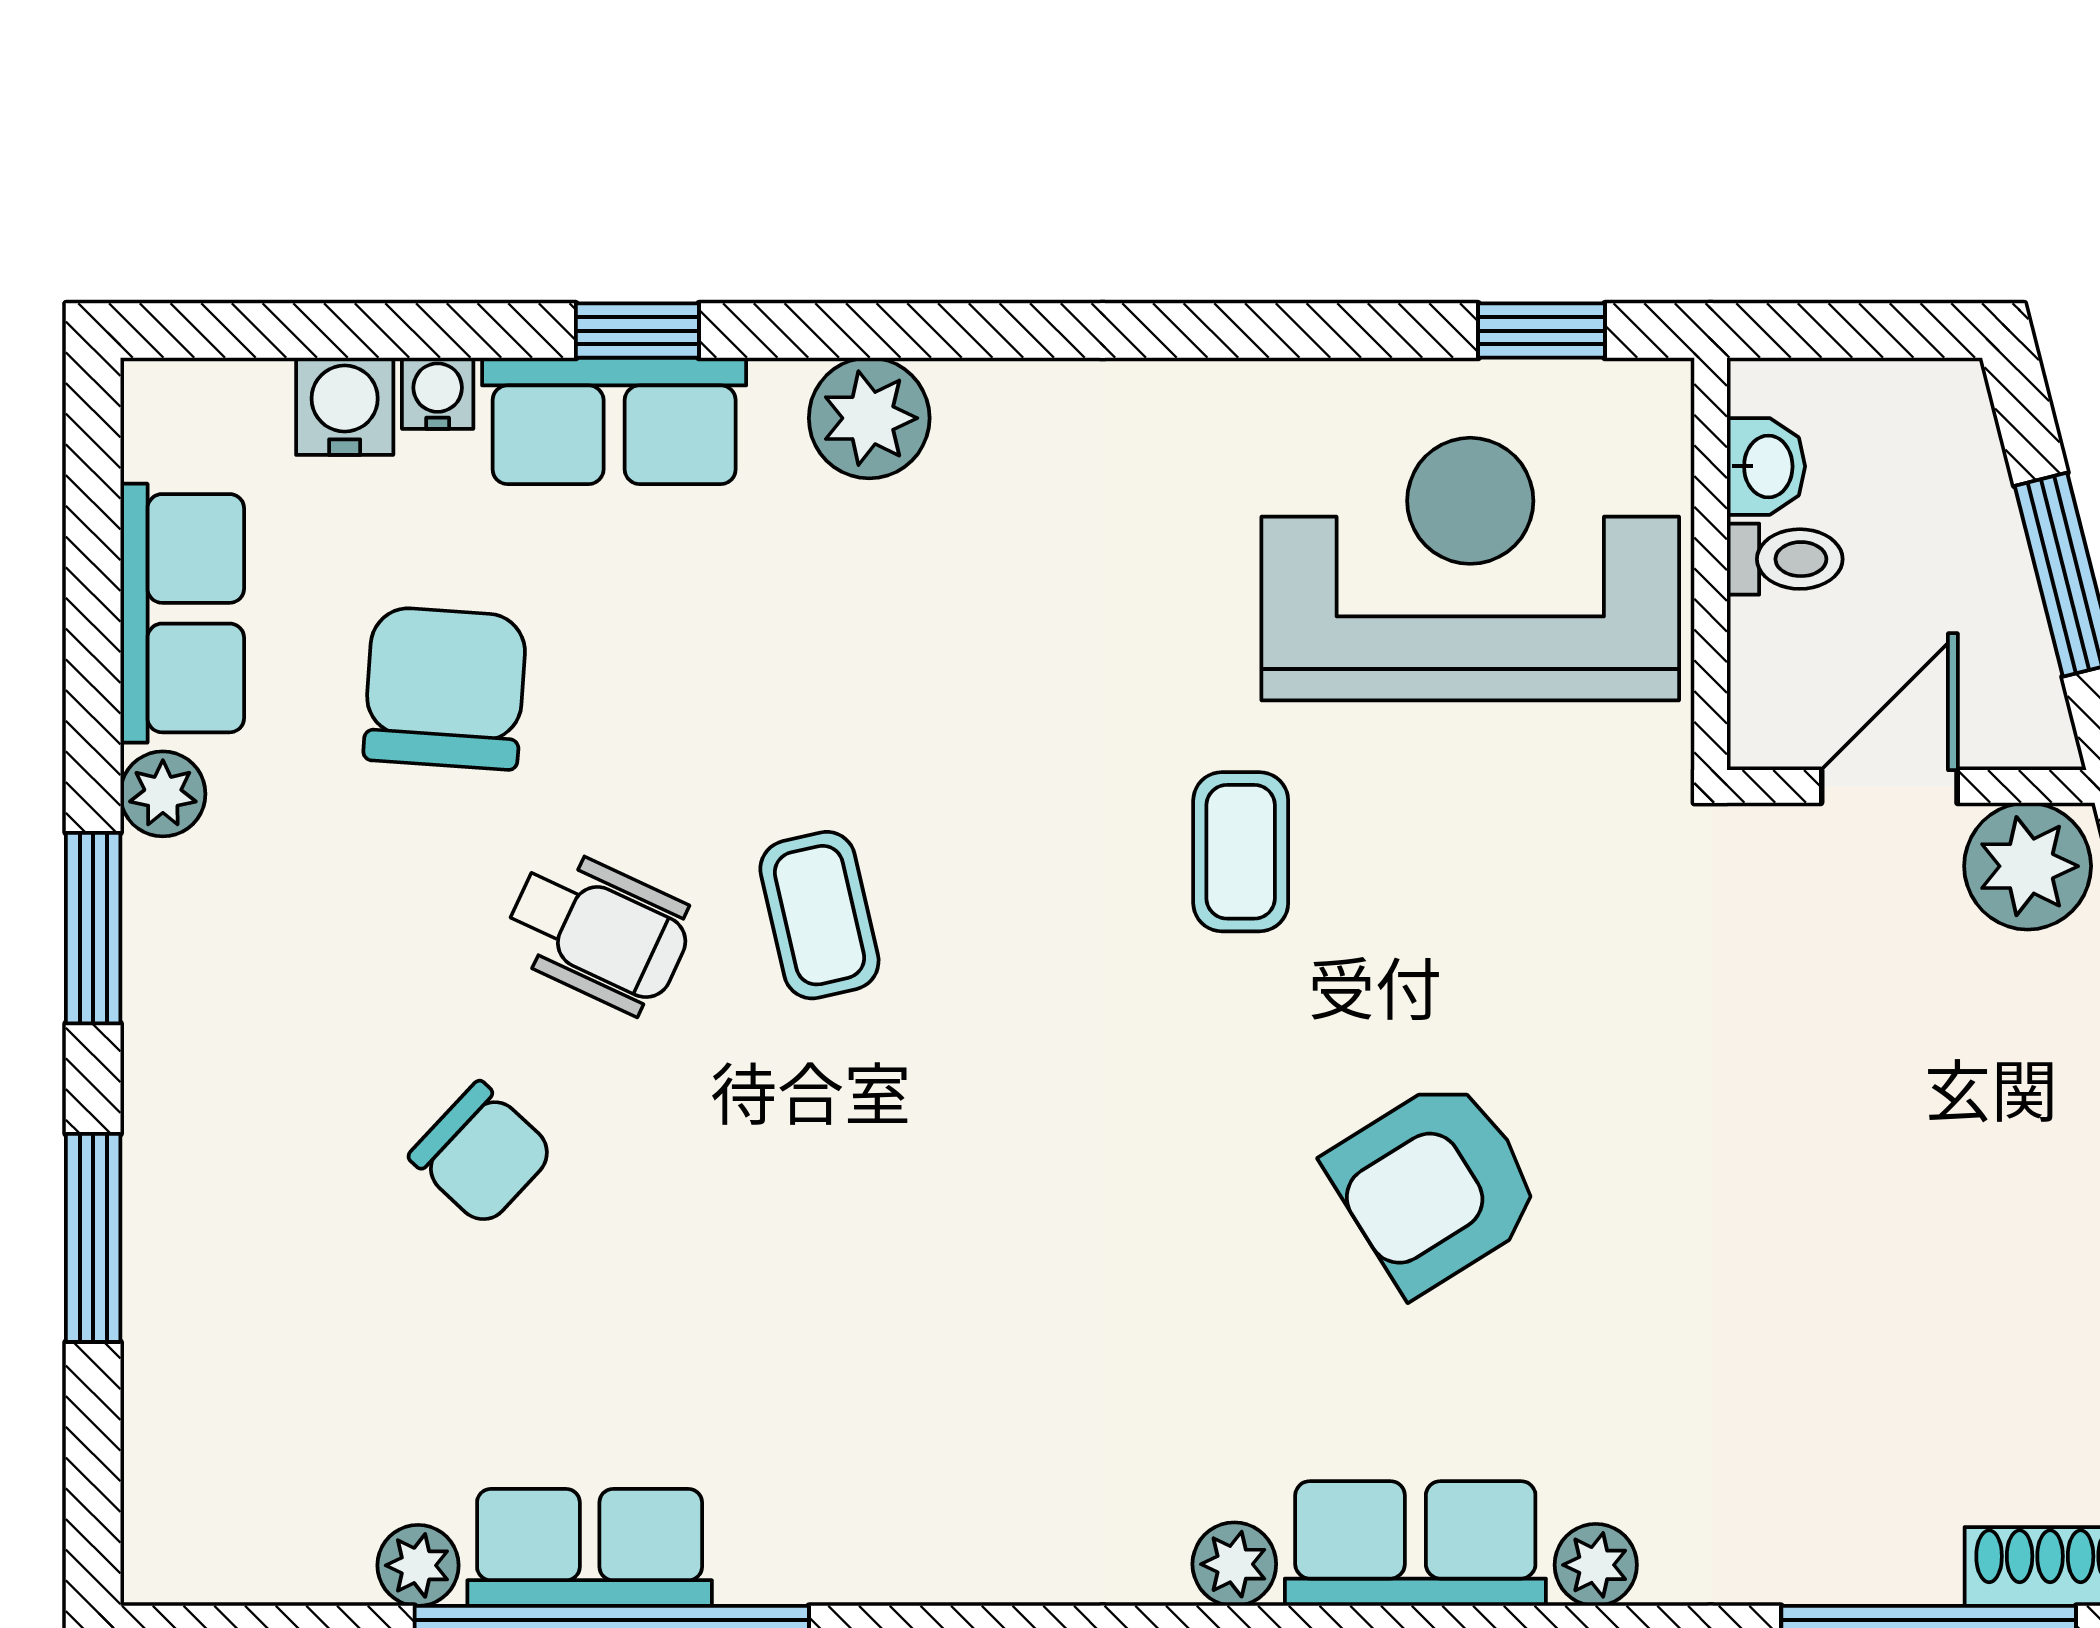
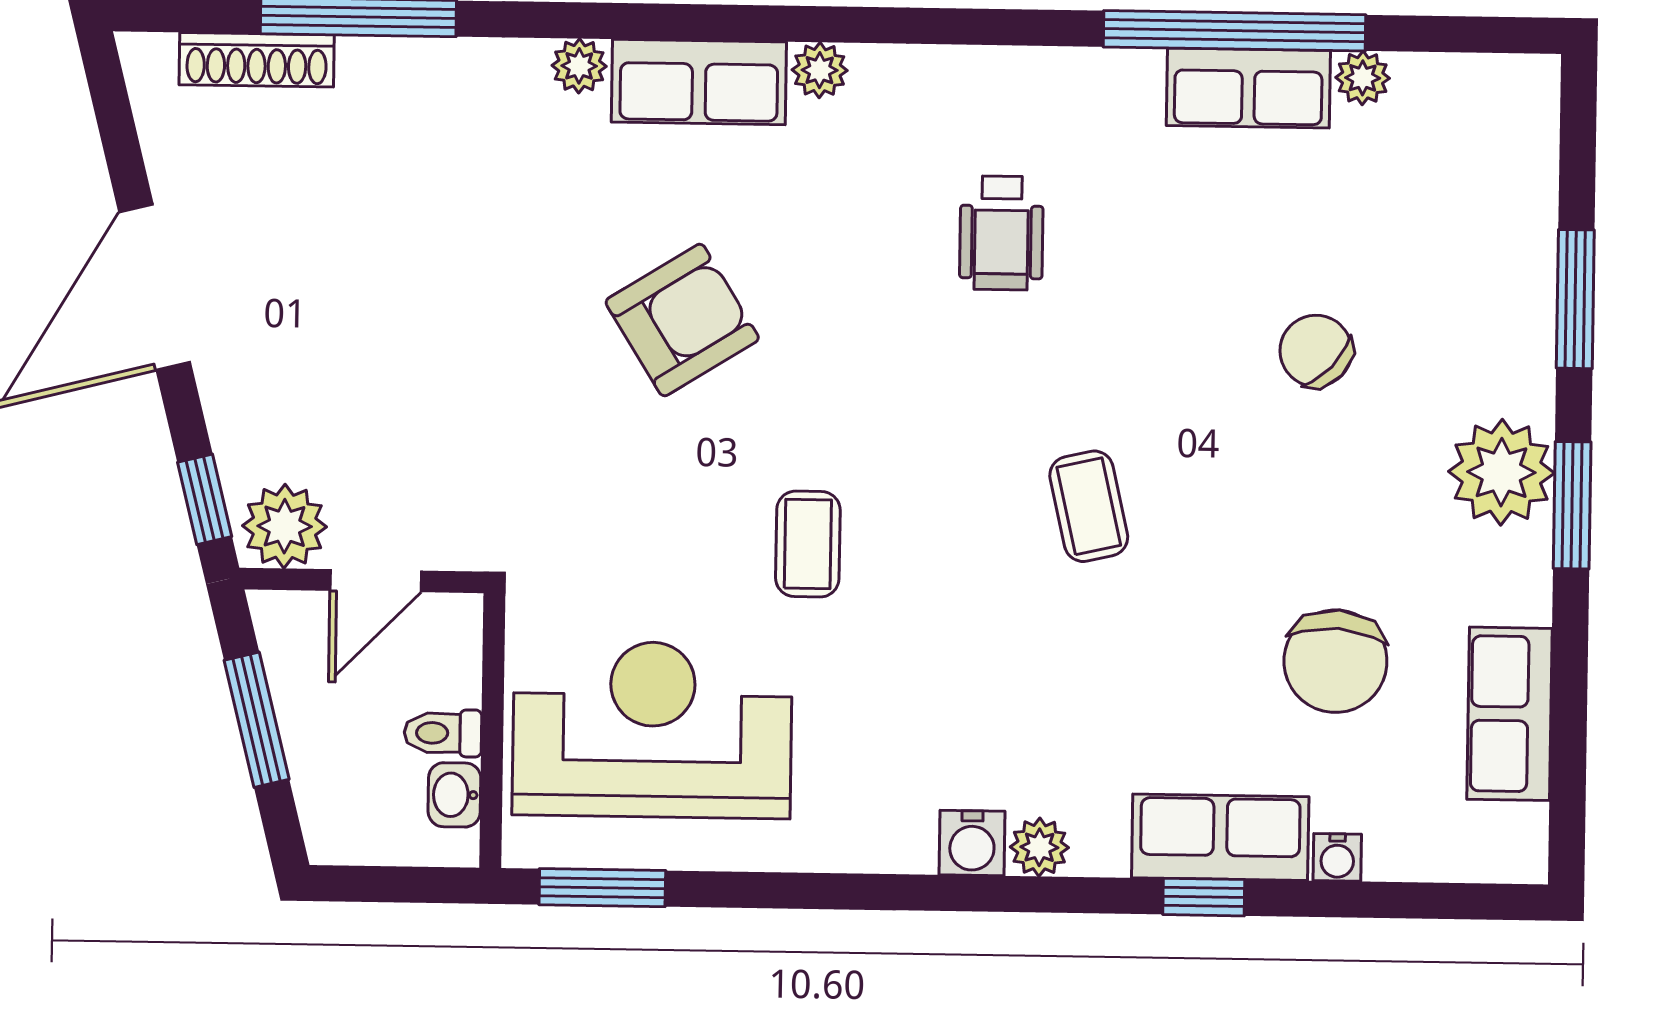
window: (1541, 331) -> (602, 888), width x1.50
water cooler: (345, 406) -> (972, 843), moved
plant: (869, 418) -> (1039, 847), width x0.73, depth x0.73
reception desk: (1470, 569) -> (652, 730), turned 180
plant: (163, 794) -> (1501, 472), moved, width x1.88, depth x1.88
wheelchair: (598, 931) -> (1001, 233), moved, turned -115

